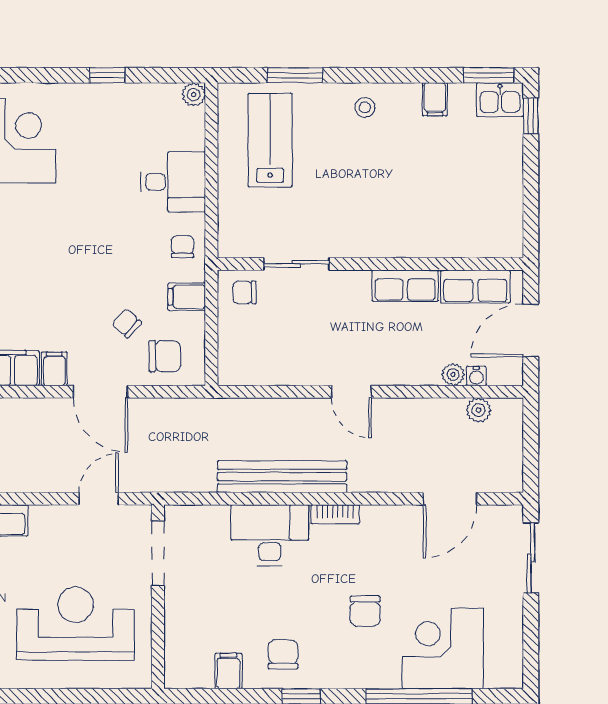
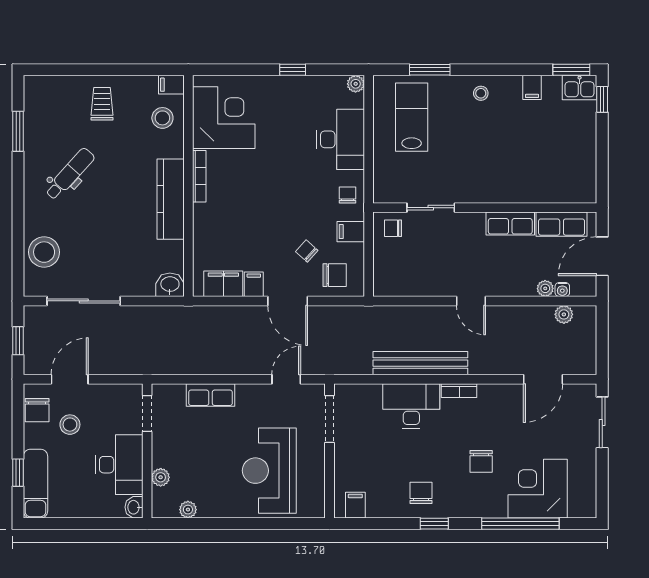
desk: (173, 182) -> (341, 139), width x1.37
reception desk: (76, 624) -> (269, 471), turned -90
filing cabinet: (228, 671) -> (355, 505), moved

